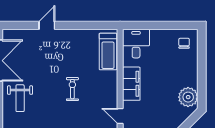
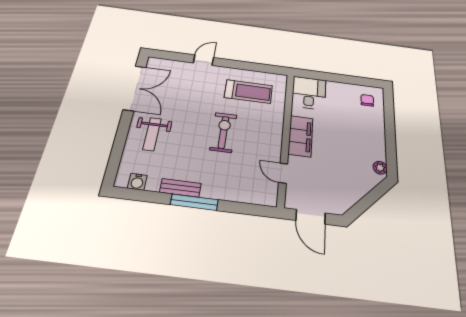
treadmill: (108, 52) -> (248, 92), moved, turned -90
exercise bike: (72, 89) -> (223, 132), width x1.38, depth x1.39
plant: (188, 97) -> (380, 168), width x0.53, depth x0.53

